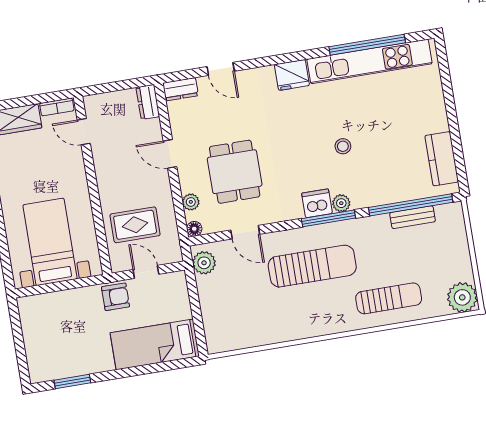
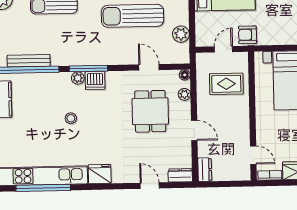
bench: (412, 217) -> (29, 61), width x1.36
plant: (204, 263) -> (181, 34), moved
sun lounger: (312, 266) -> (133, 16), moved
door: (146, 272) -> (223, 49), swing flipped

